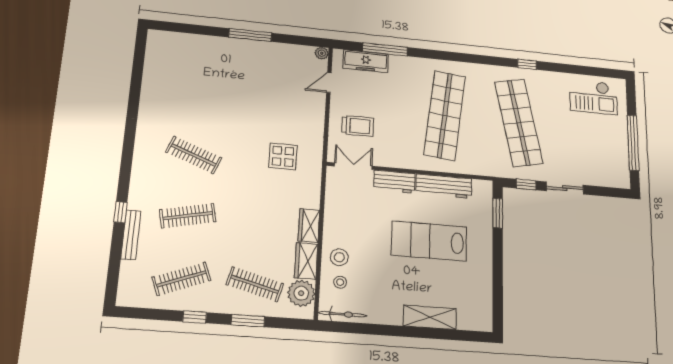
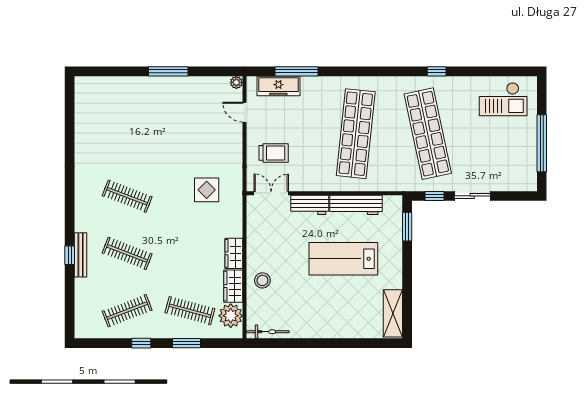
door: (329, 83) -> (245, 112), hinge flipped
clothes rail: (188, 216) -> (127, 253), turned 33
bench: (131, 235) -> (81, 255), moved
stool: (340, 282) -> (264, 303), removed
shelving: (430, 317) -> (393, 313), moved, turned 90

